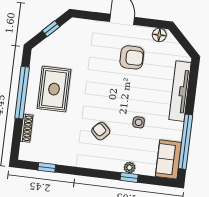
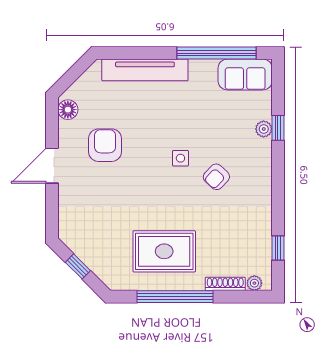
side table: (139, 122) -> (180, 158), moved
plant: (25, 148) -> (254, 283), added

